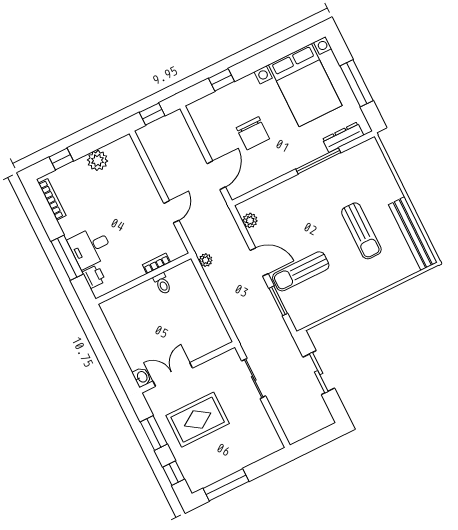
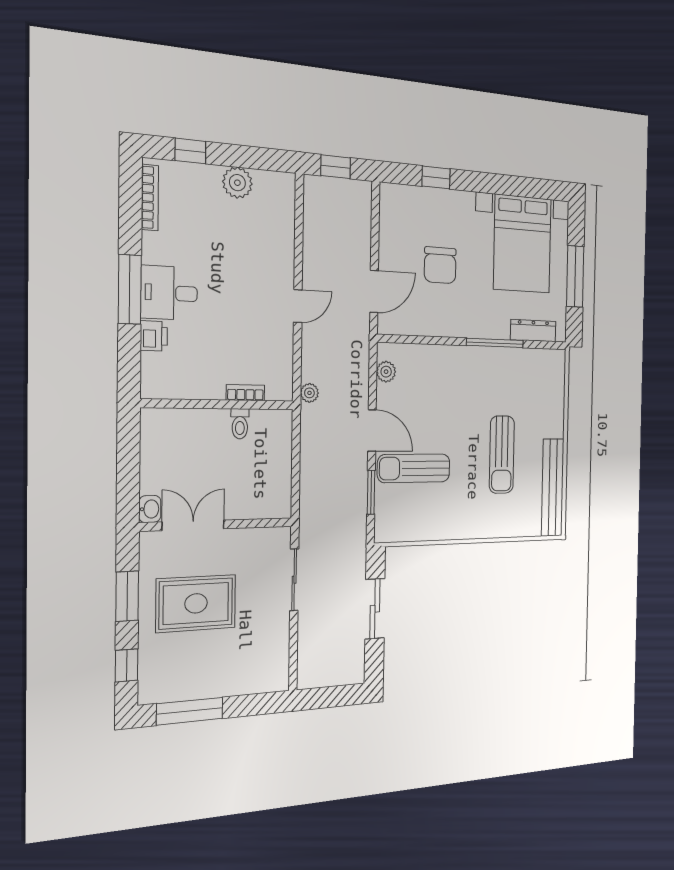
bookcase: (156, 263) -> (245, 393), moved
wall: (143, 279) -> (219, 404), moved
toilet: (162, 284) -> (240, 424), moved

